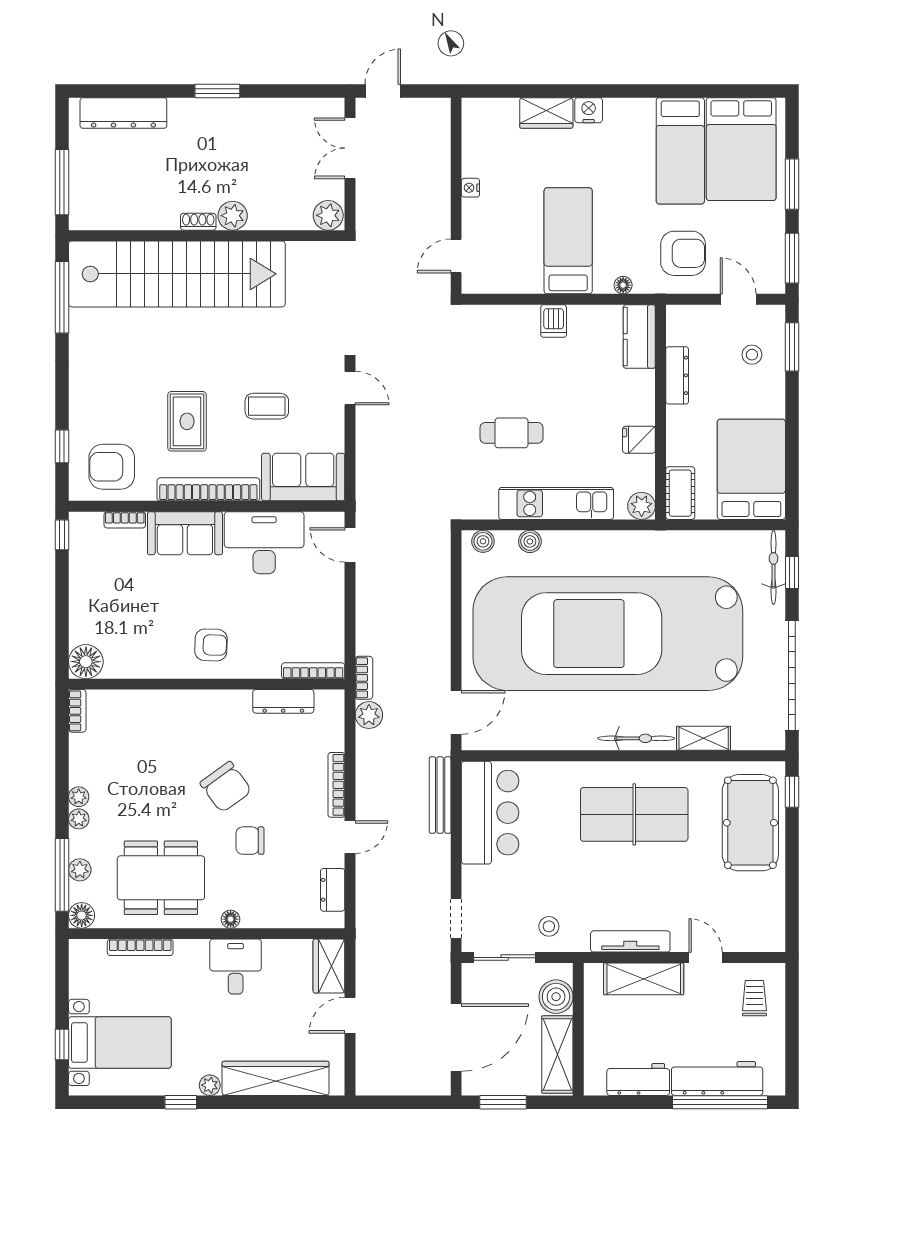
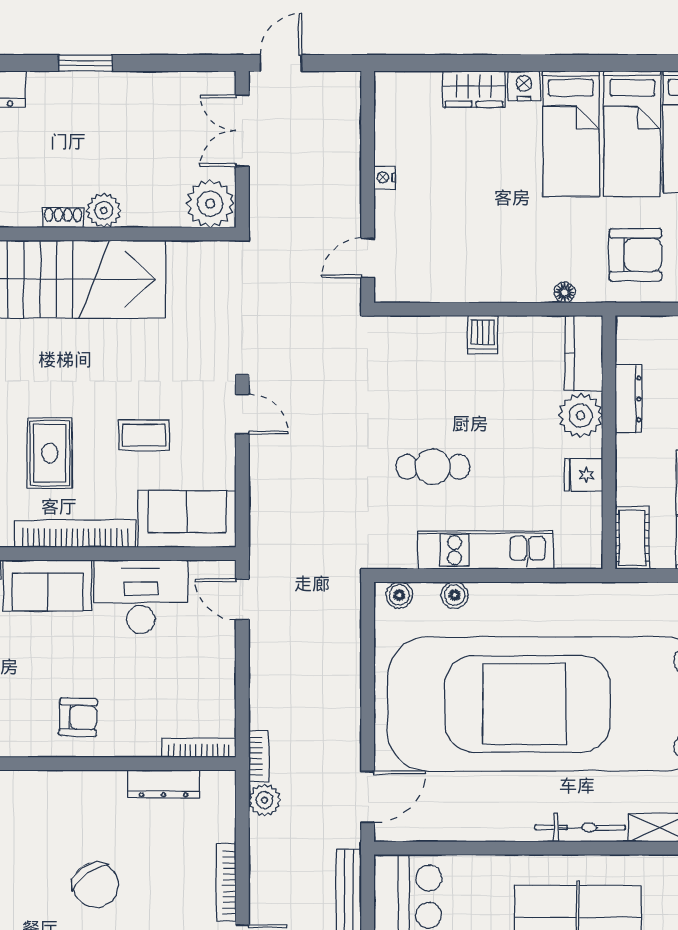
plant: (328, 215) -> (210, 204), width x1.36, depth x1.36
bed: (568, 241) -> (571, 134), moved, turned 180
plant: (642, 506) -> (581, 415), moved, width x1.36, depth x1.36

